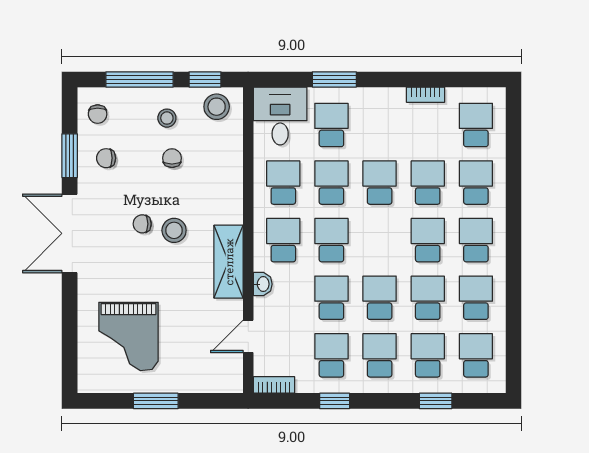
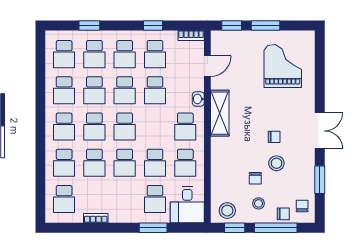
chair: (106, 158) -> (283, 214), moved
stool: (174, 230) -> (276, 163), moved
double door: (70, 233) -> (320, 131), width x0.73
school desk: (331, 240) -> (125, 127), moved
window: (210, 401) -> (232, 25), added

